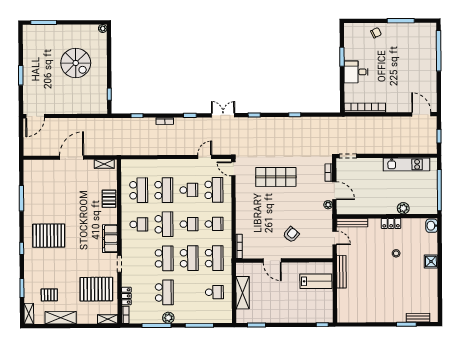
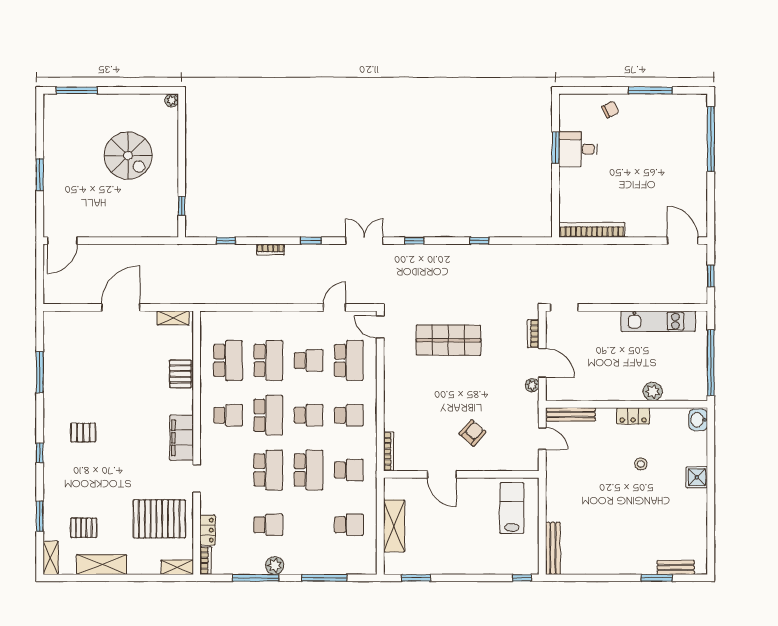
desk: (356, 72) -> (578, 149), moved
pallet: (49, 236) -> (83, 433), width x0.49, depth x0.50
school desk: (214, 258) -> (349, 470), width x0.54
bench: (341, 272) -> (553, 548), moved
lab bench: (316, 281) -> (512, 508), turned -90
school desk: (164, 292) -> (268, 525), width x0.54

